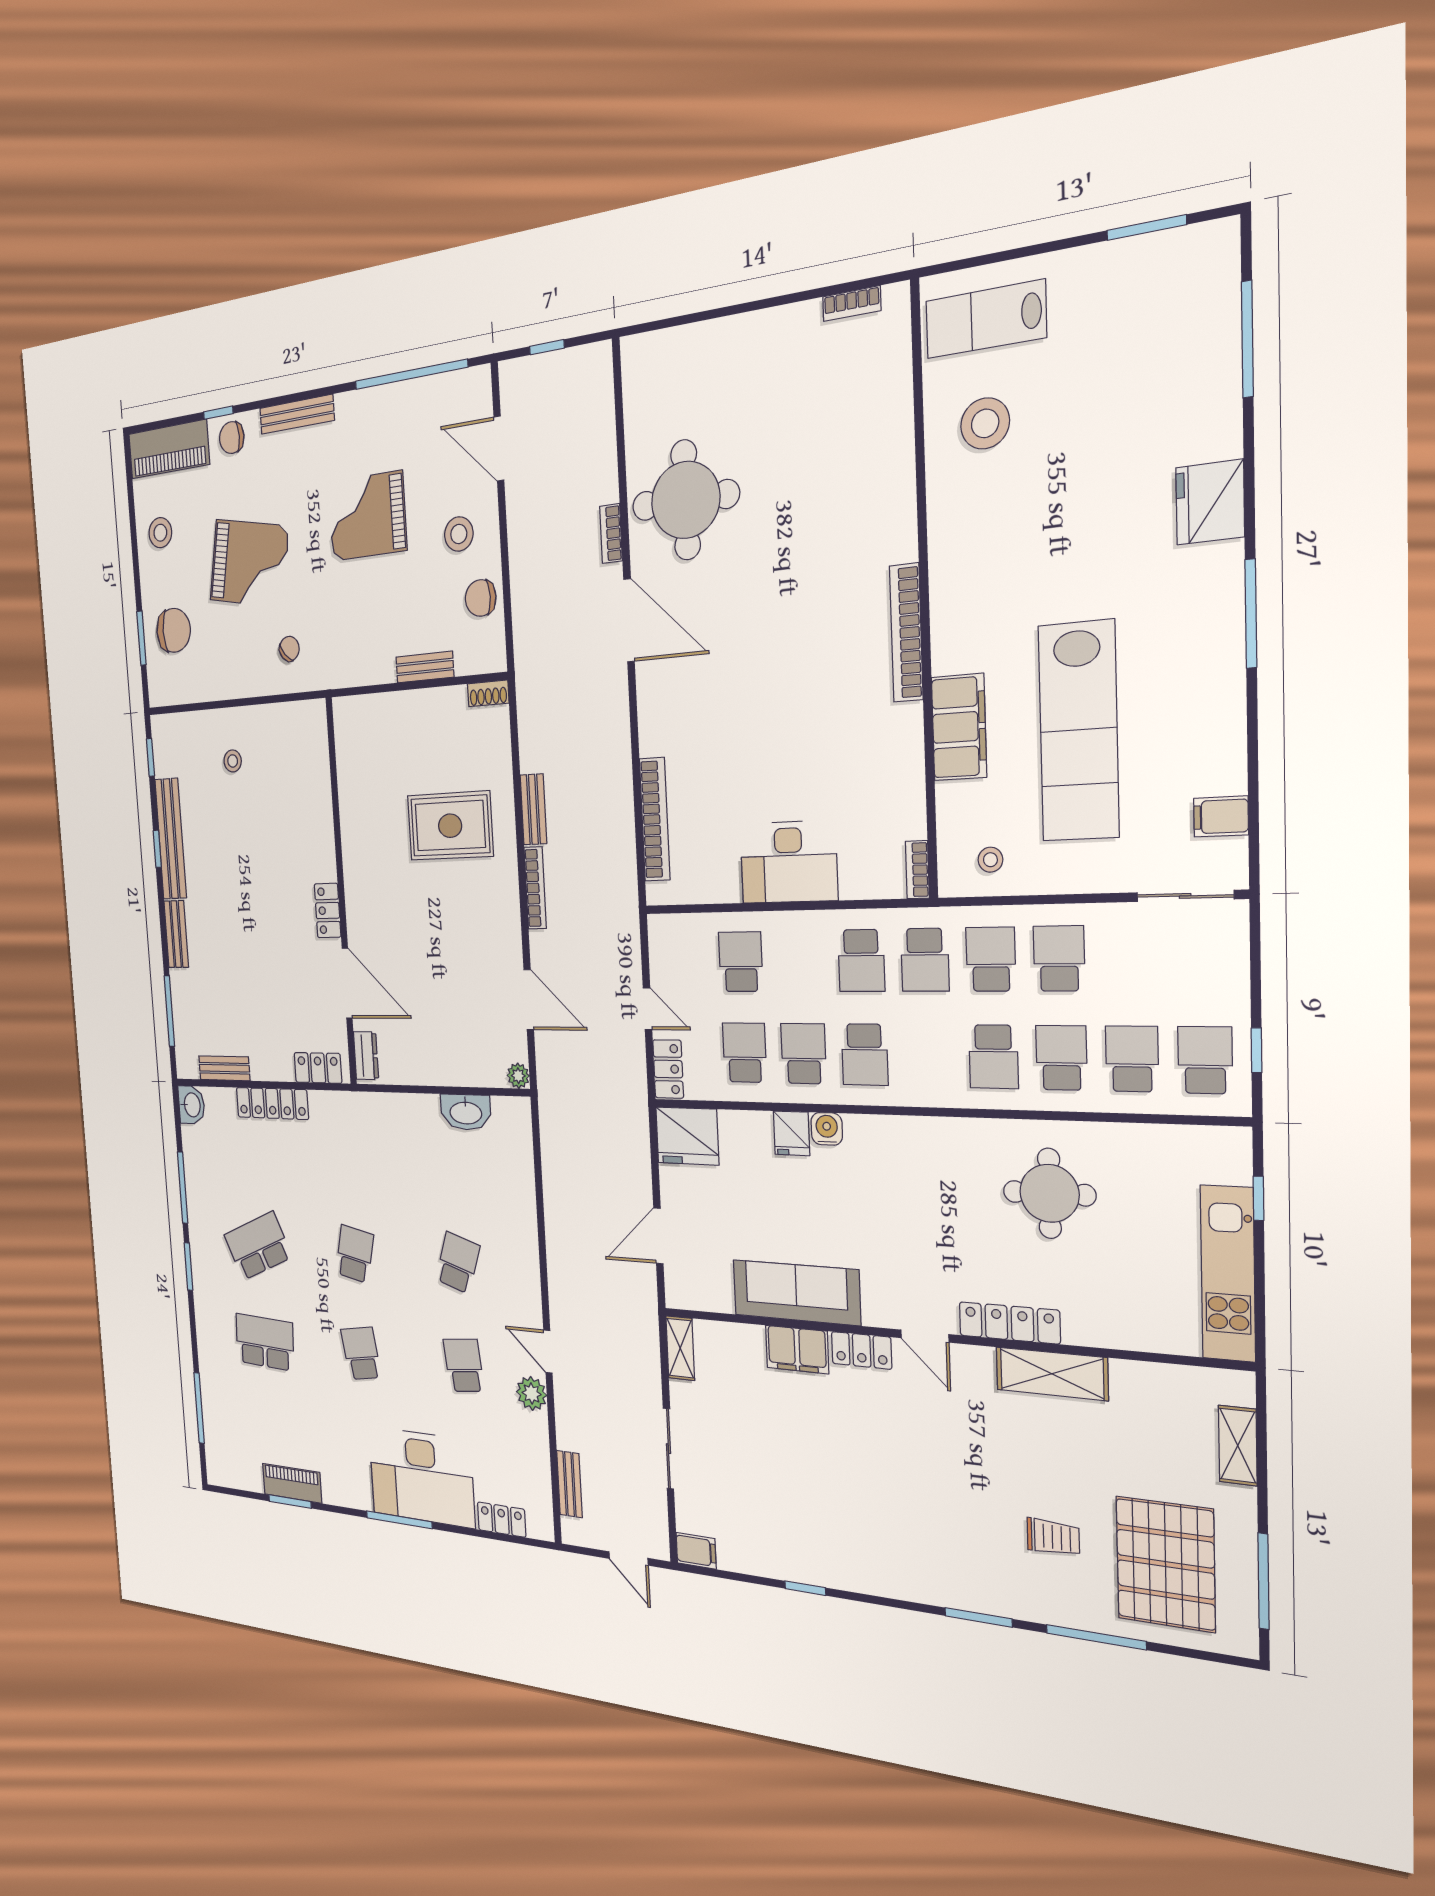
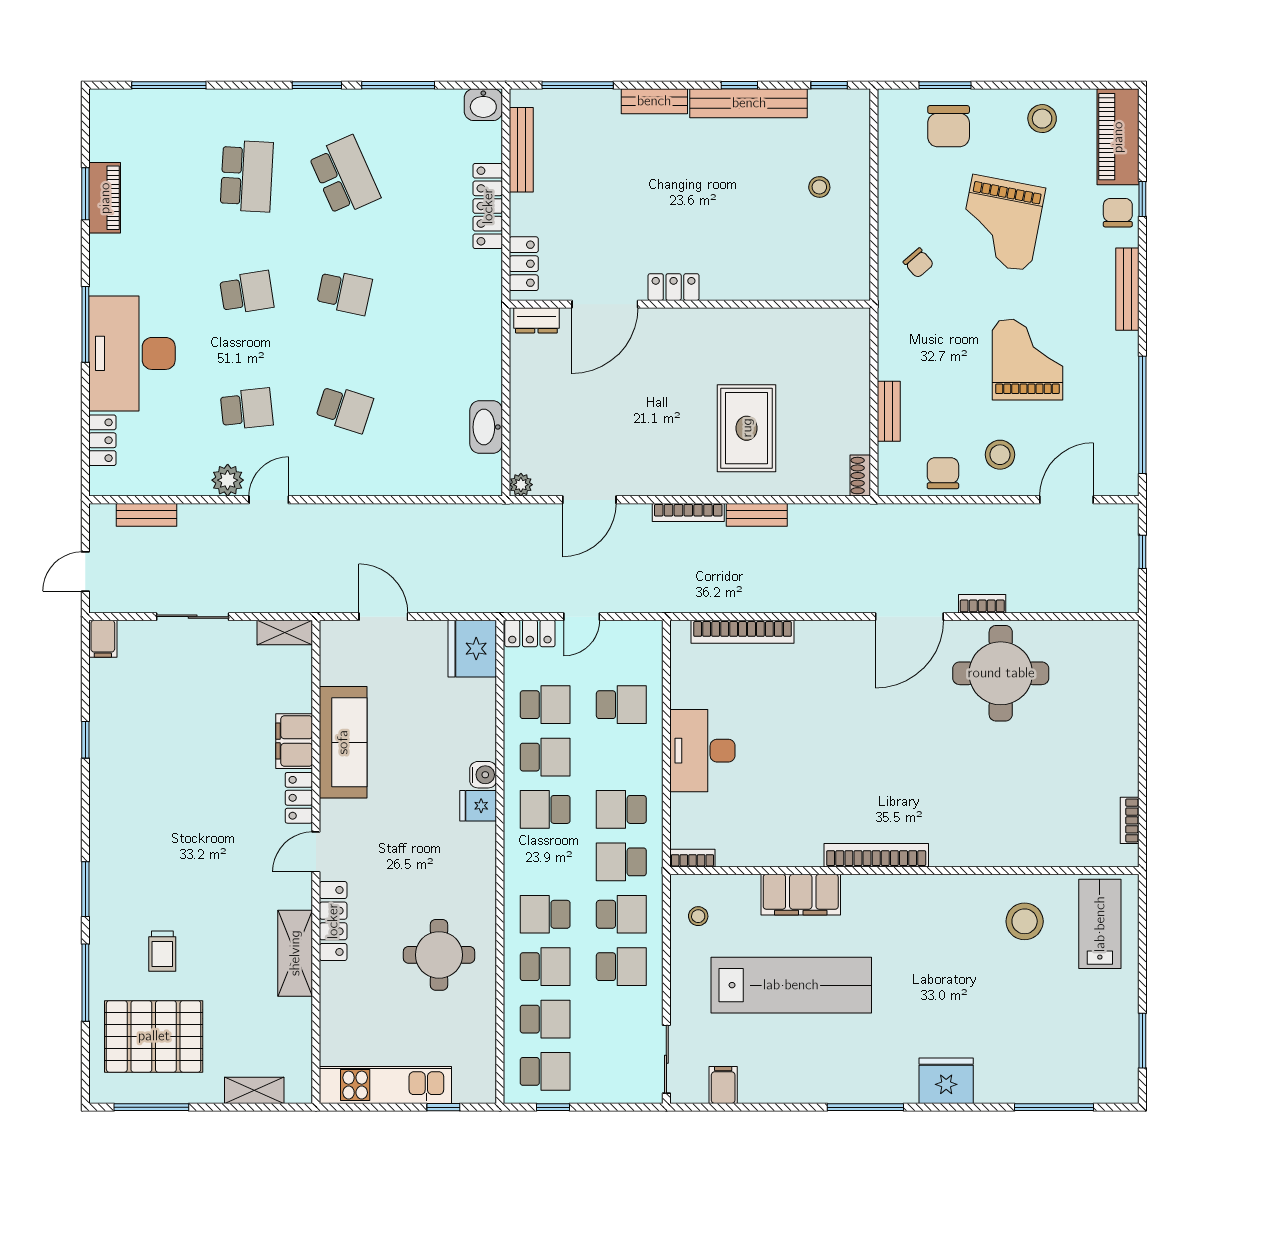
lab bench: (1079, 731) -> (791, 985), turned 180
bench: (224, 1068) -> (521, 150), width x1.36
fridge: (792, 1133) -> (478, 806), moved

